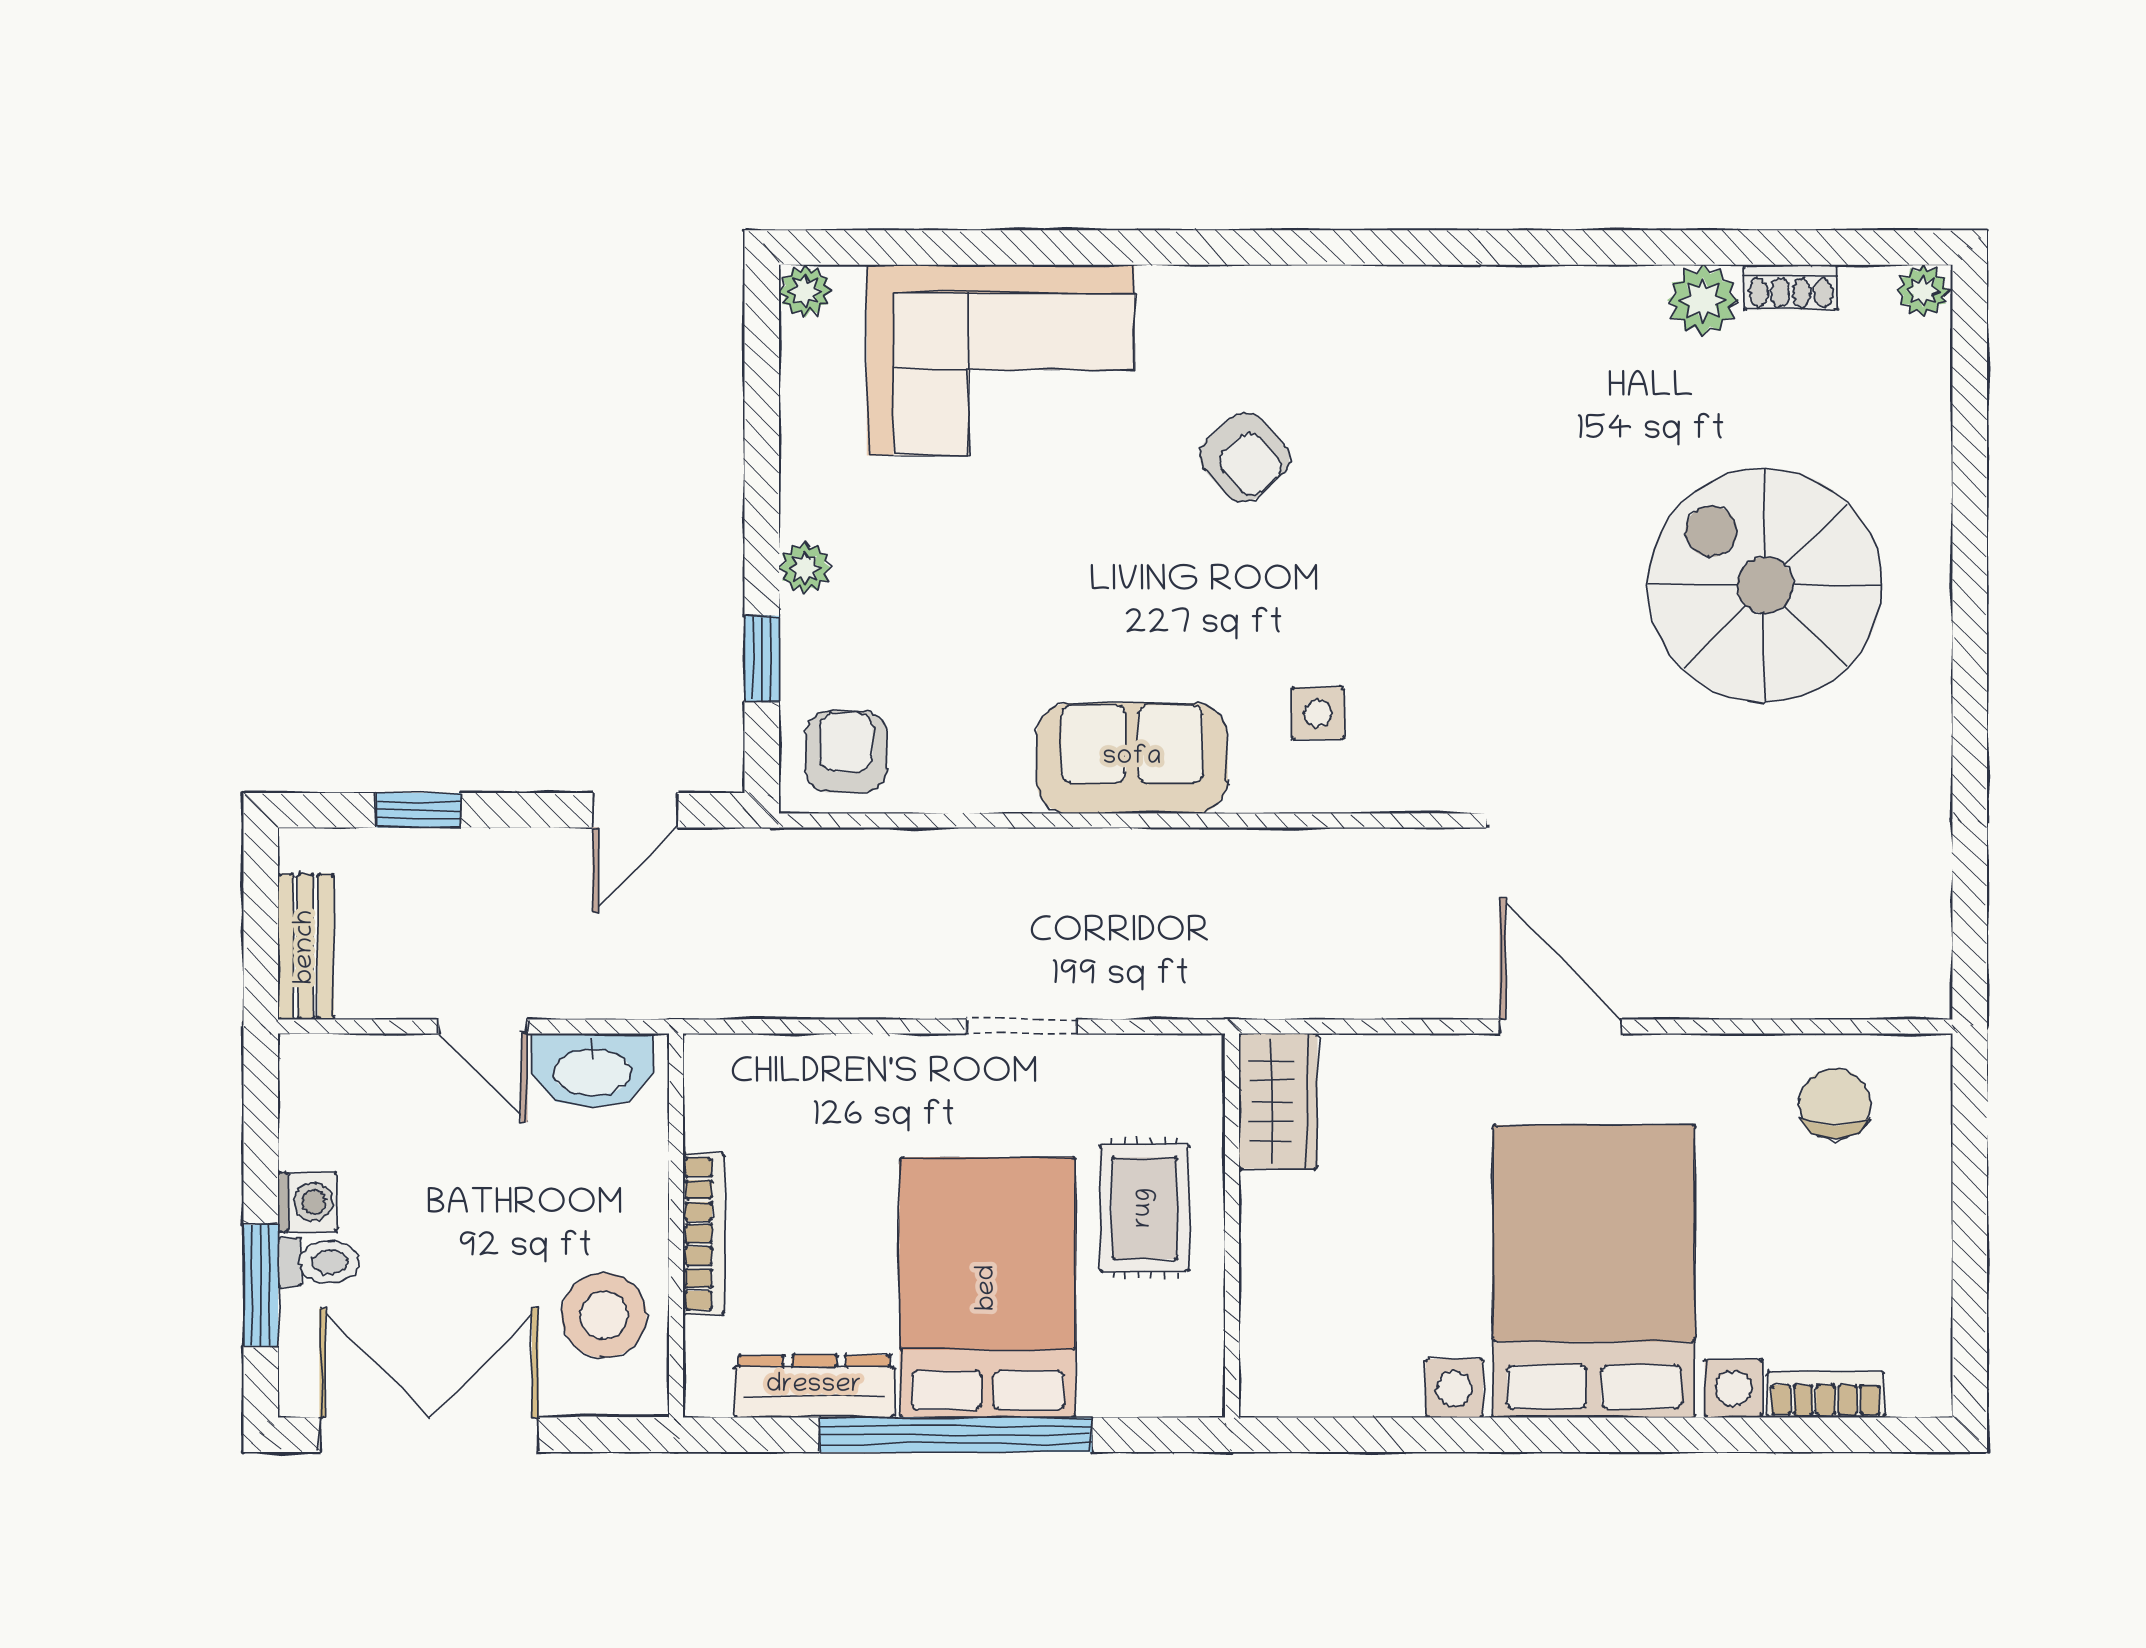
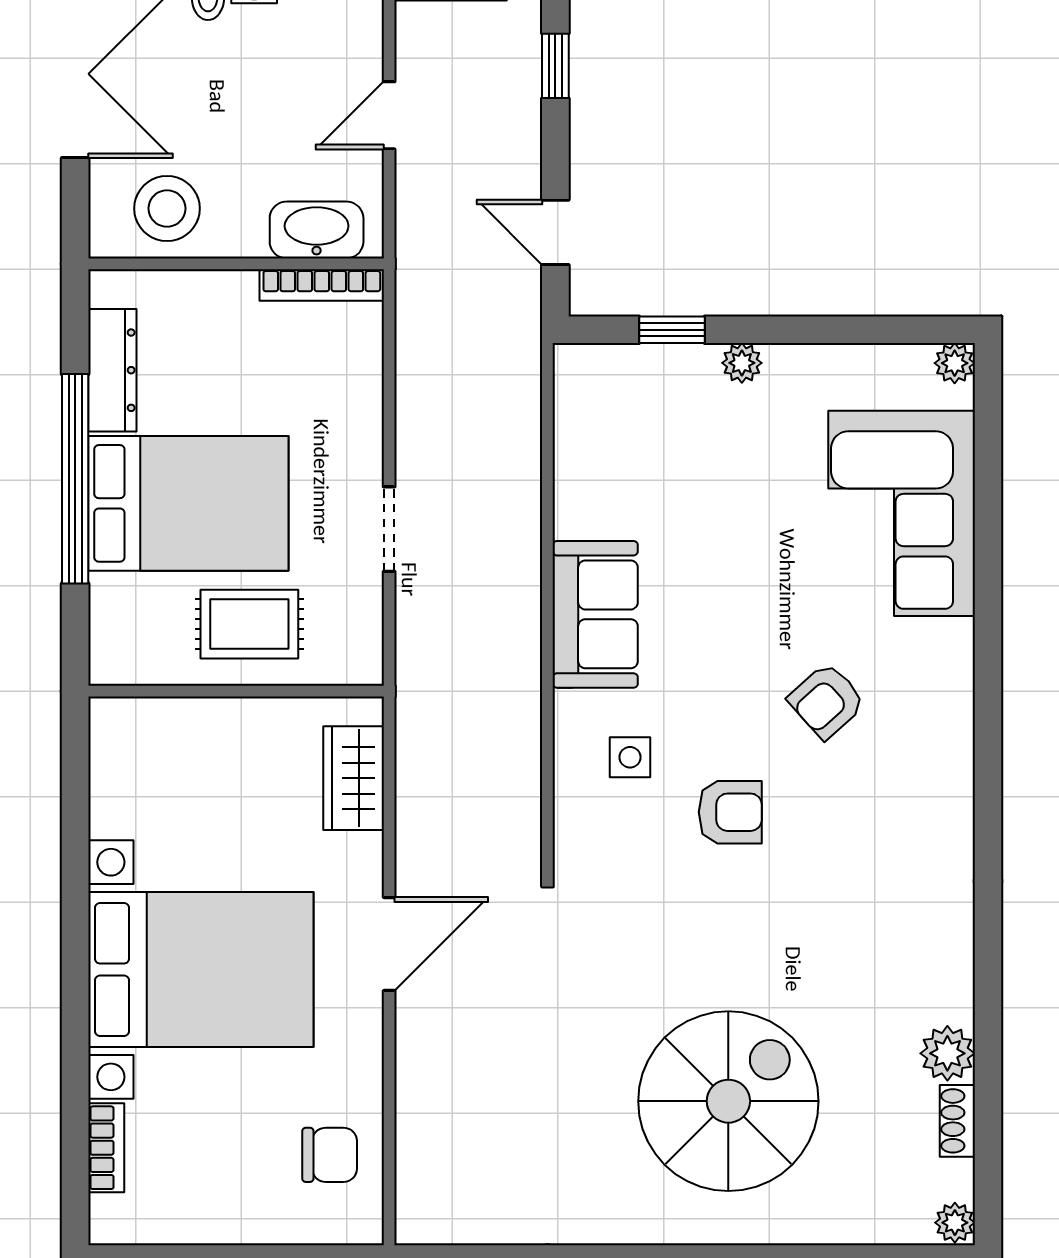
armchair: (846, 752) -> (730, 812), moved
washbasin: (592, 1070) -> (317, 230), moved, turned 90
wardrobe: (1278, 1101) -> (354, 778), moved, turned 90
bookcase: (704, 1234) -> (322, 285), moved

